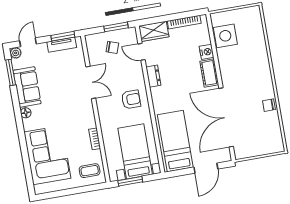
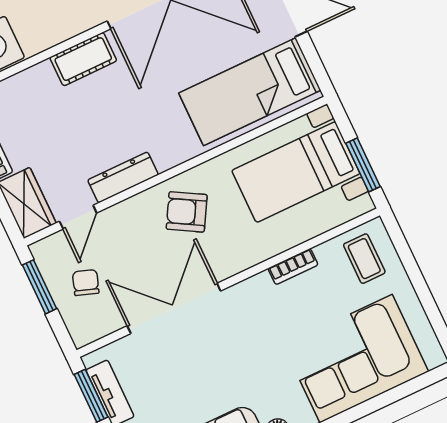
nightstand: (207, 52) -> (39, 77), removed
dresser: (153, 76) -> (123, 177), width x1.44
double door: (91, 82) -> (174, 308), width x1.37
armchair: (131, 99) -> (187, 212), turned -60

